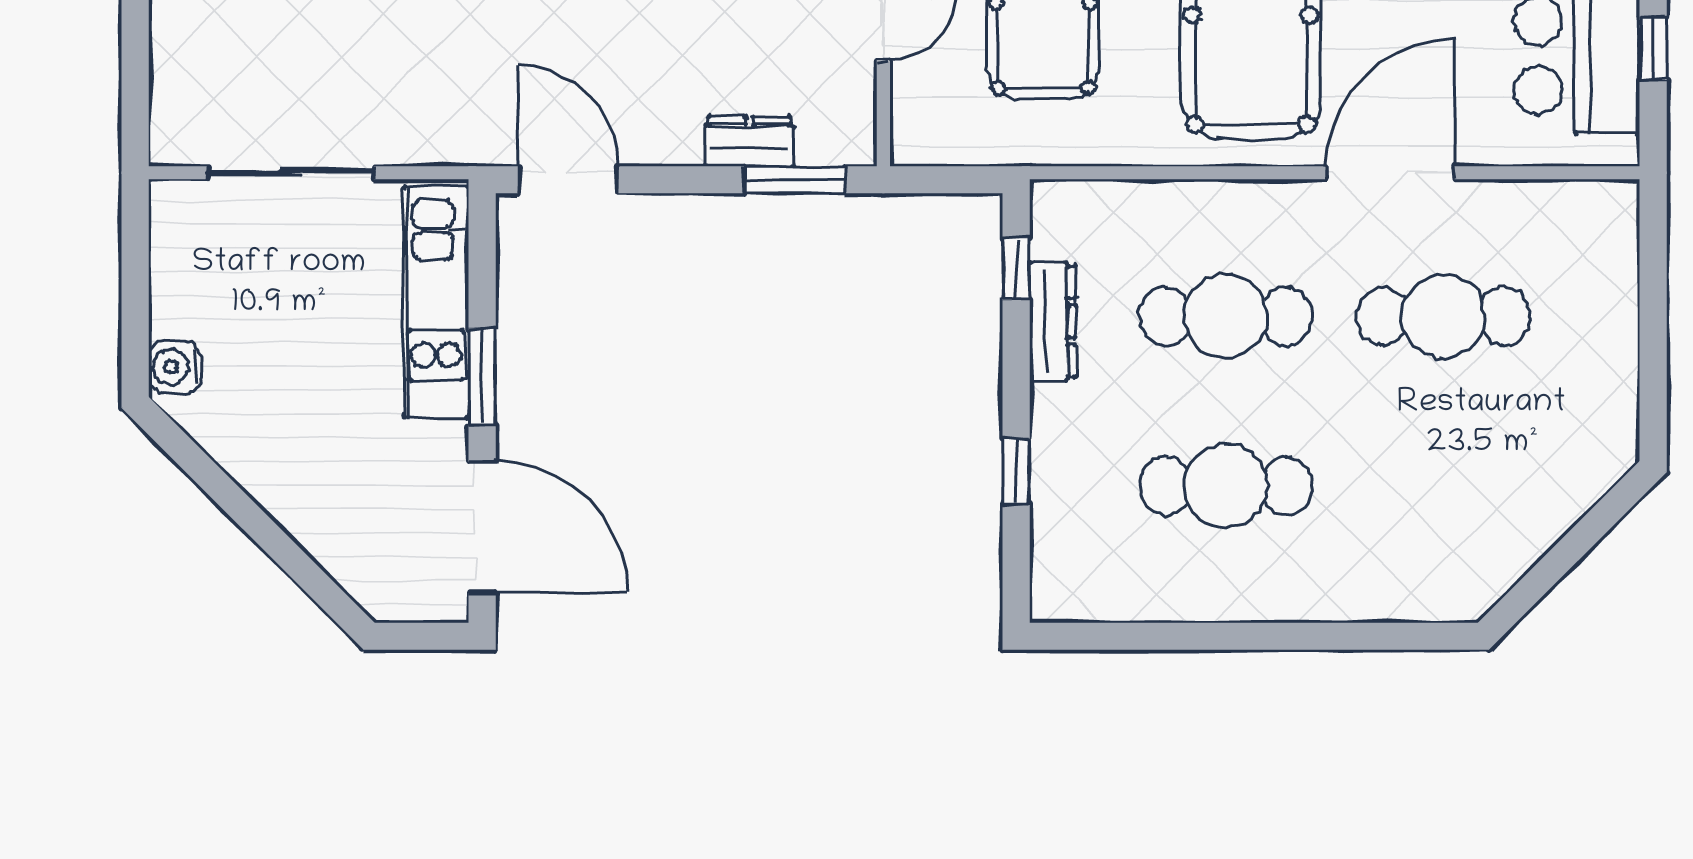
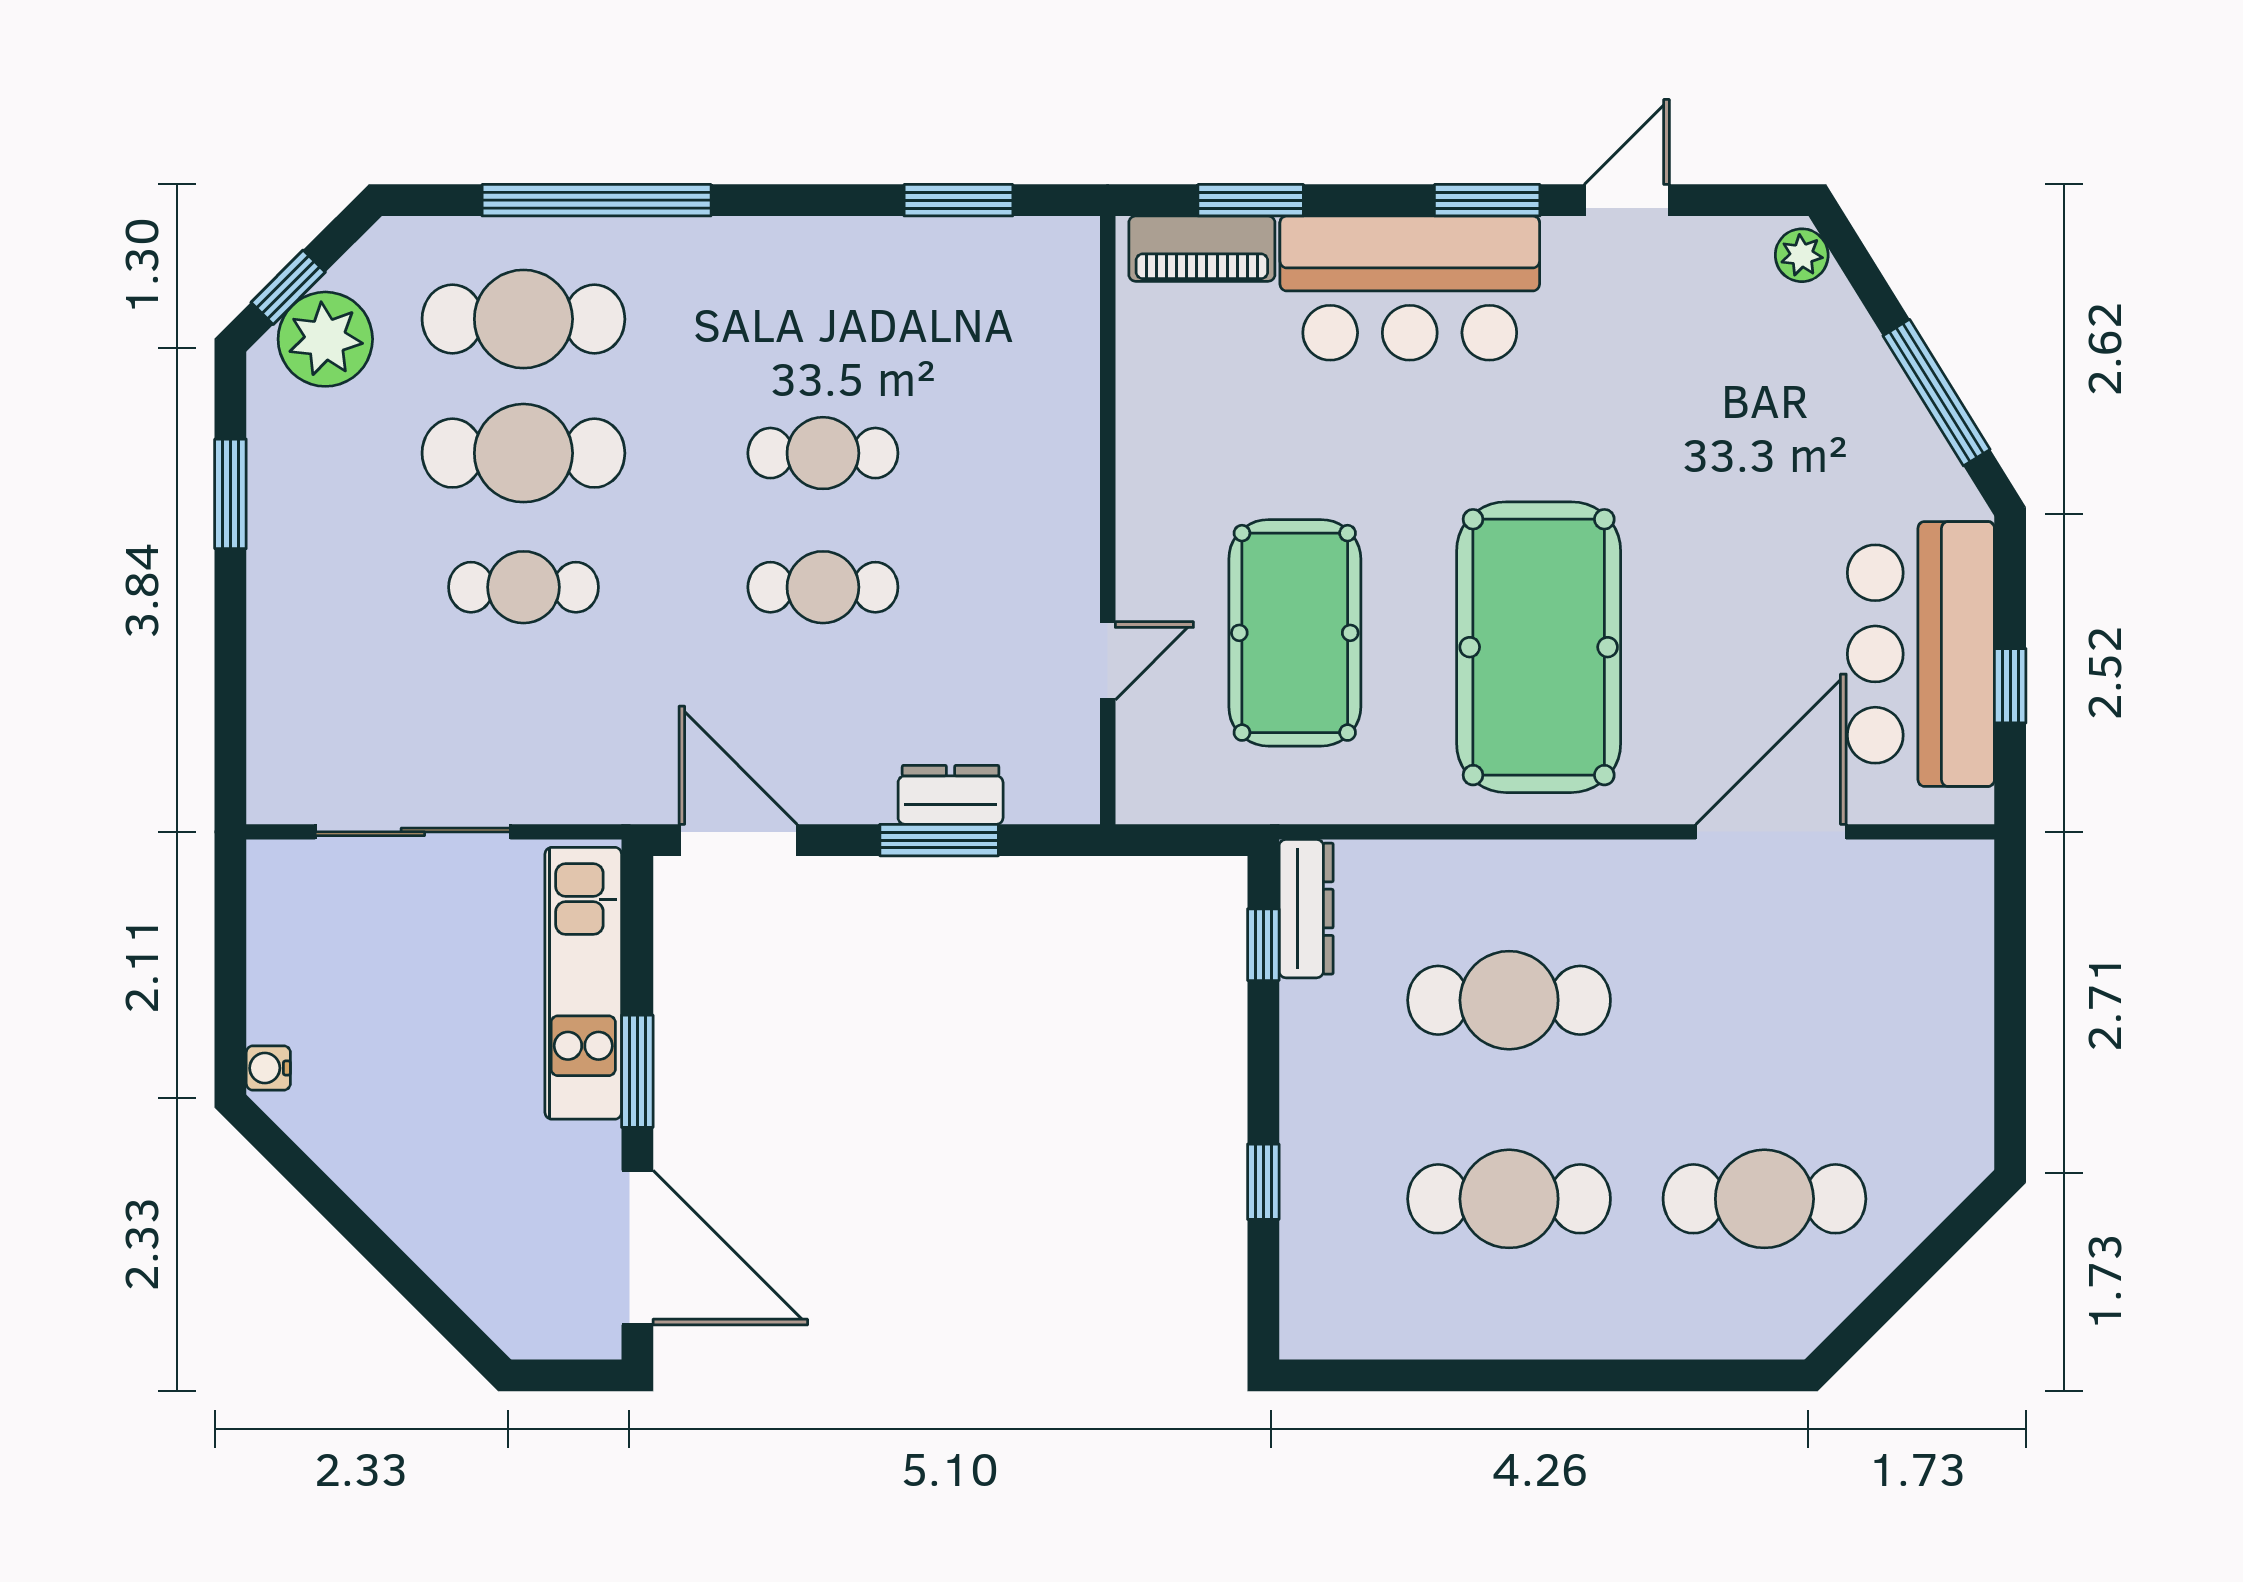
door: (1391, 173) -> (1771, 832), moved
window: (795, 180) -> (939, 840), moved
cafe table: (1444, 316) -> (1764, 1199), moved
dresser: (1053, 321) -> (1306, 909), moved
water cooler: (175, 367) -> (268, 1068), width x0.72, depth x0.72

